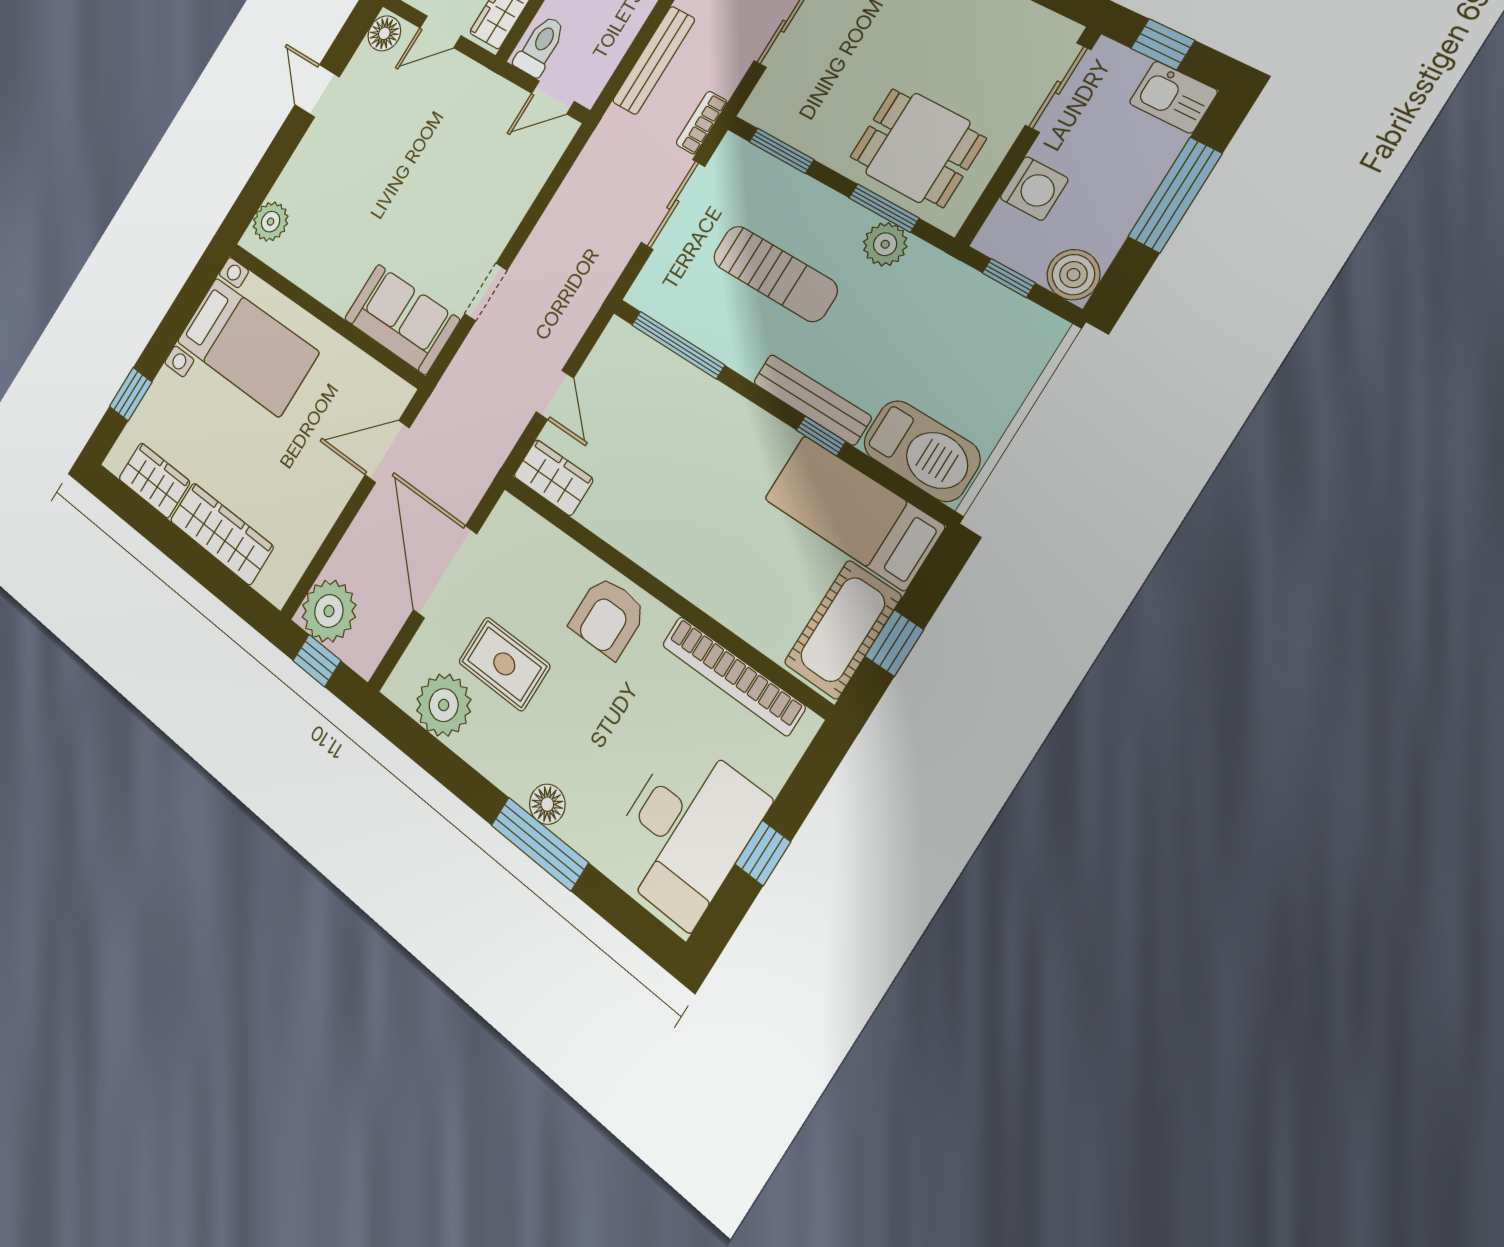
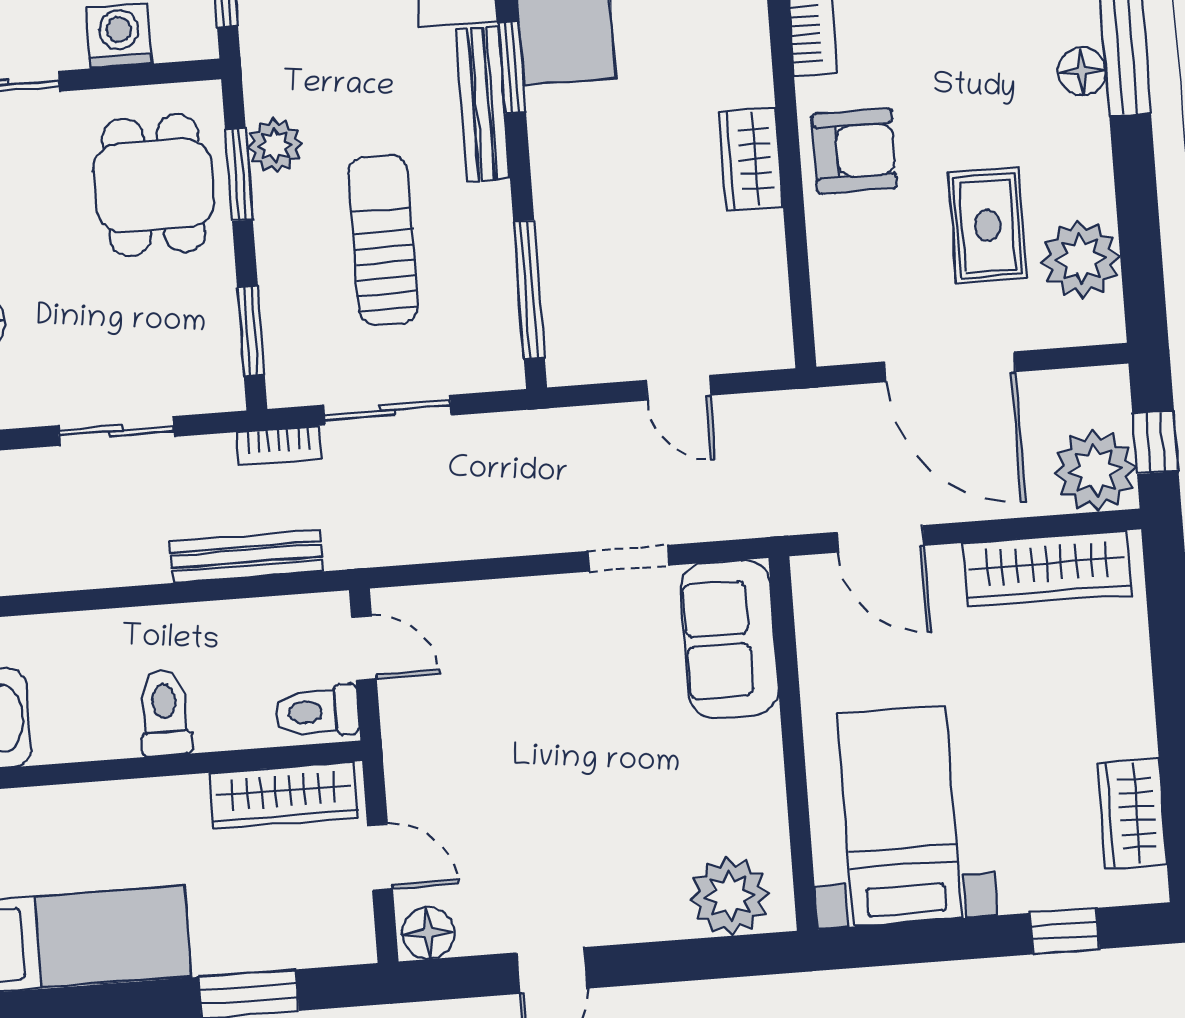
plant: (271, 222) -> (730, 896), width x1.36, depth x1.36
door: (555, 395) -> (678, 388), swing flipped
window: (821, 436) -> (512, 67), width x1.50
wardrobe: (553, 478) -> (751, 159), moved
wardrobe: (221, 534) -> (1047, 569), moved, turned -90
door: (445, 572) -> (950, 367), hinge flipped

